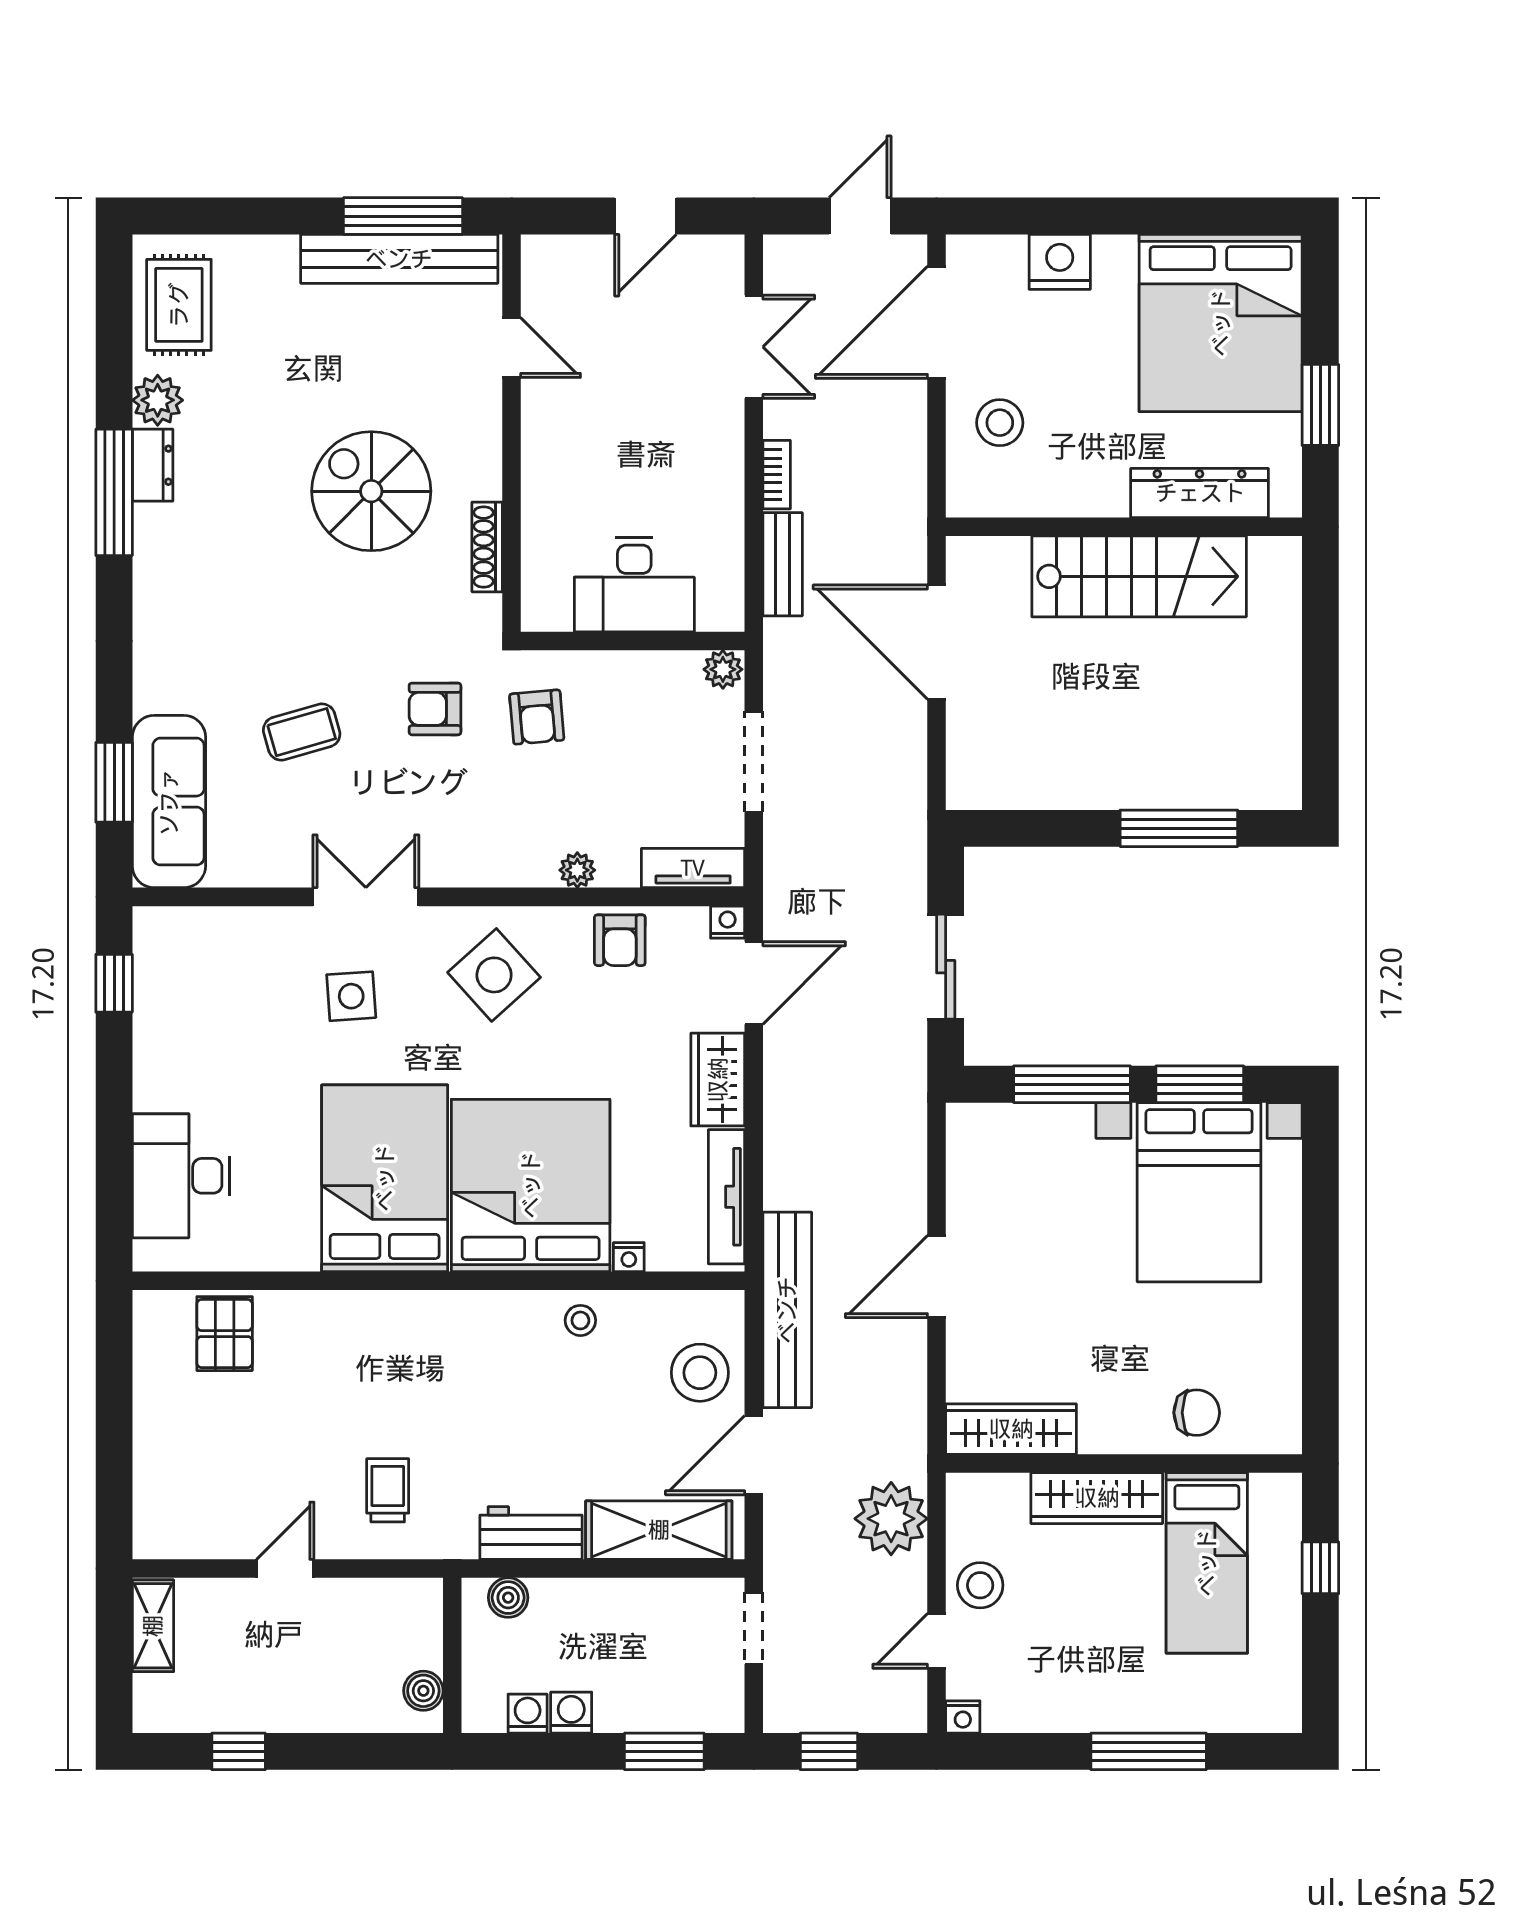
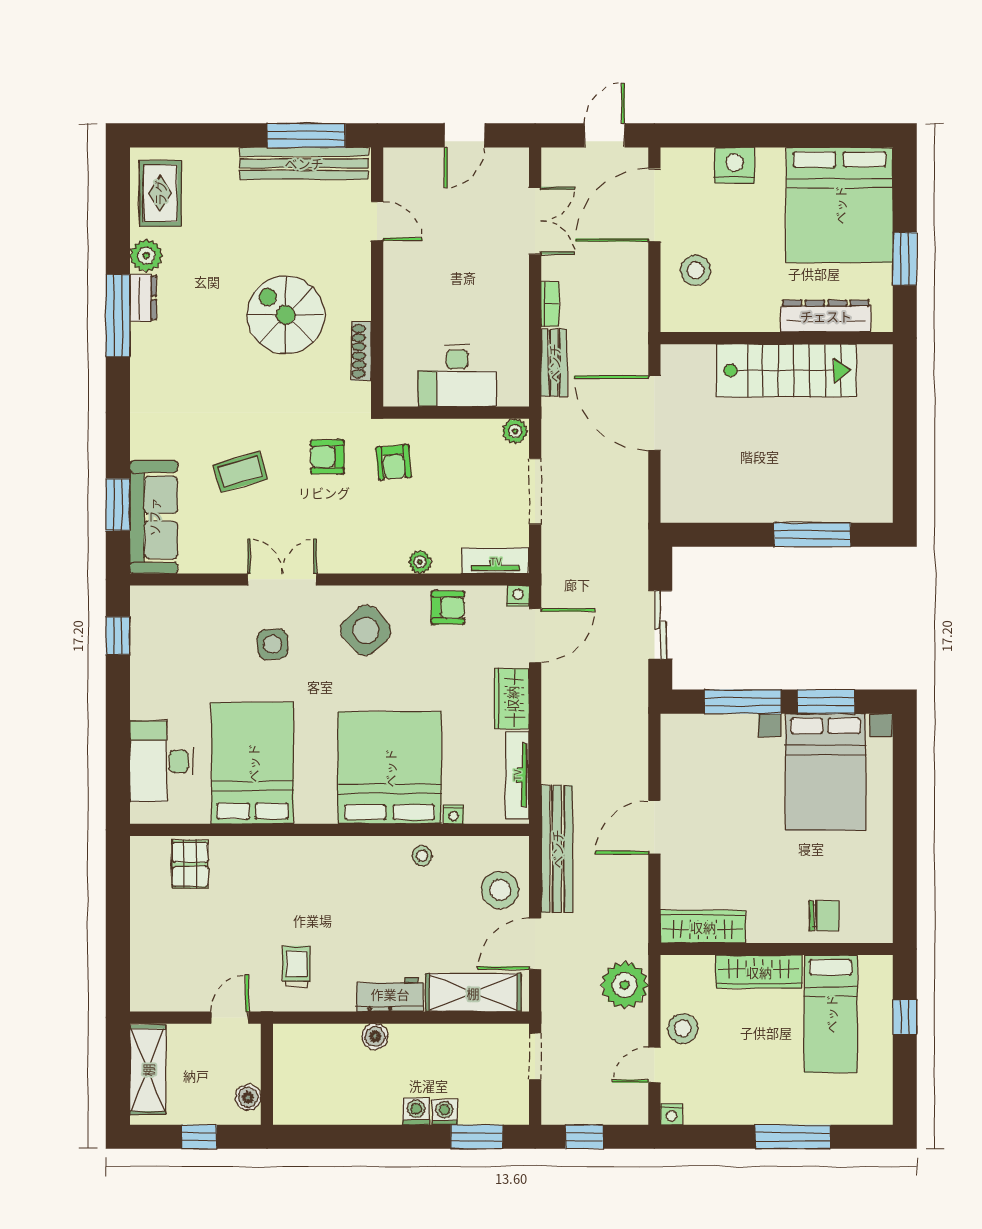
armchair: (620, 940) -> (448, 608), turned -90
bed: (385, 1178) -> (253, 763), moved
shelving: (153, 1626) -> (148, 1070), width x1.50, depth x1.33
wall: (452, 1655) -> (267, 1074), moved
boiler: (423, 1691) -> (248, 1097), moved
washing machine: (528, 1714) -> (445, 1112), moved

